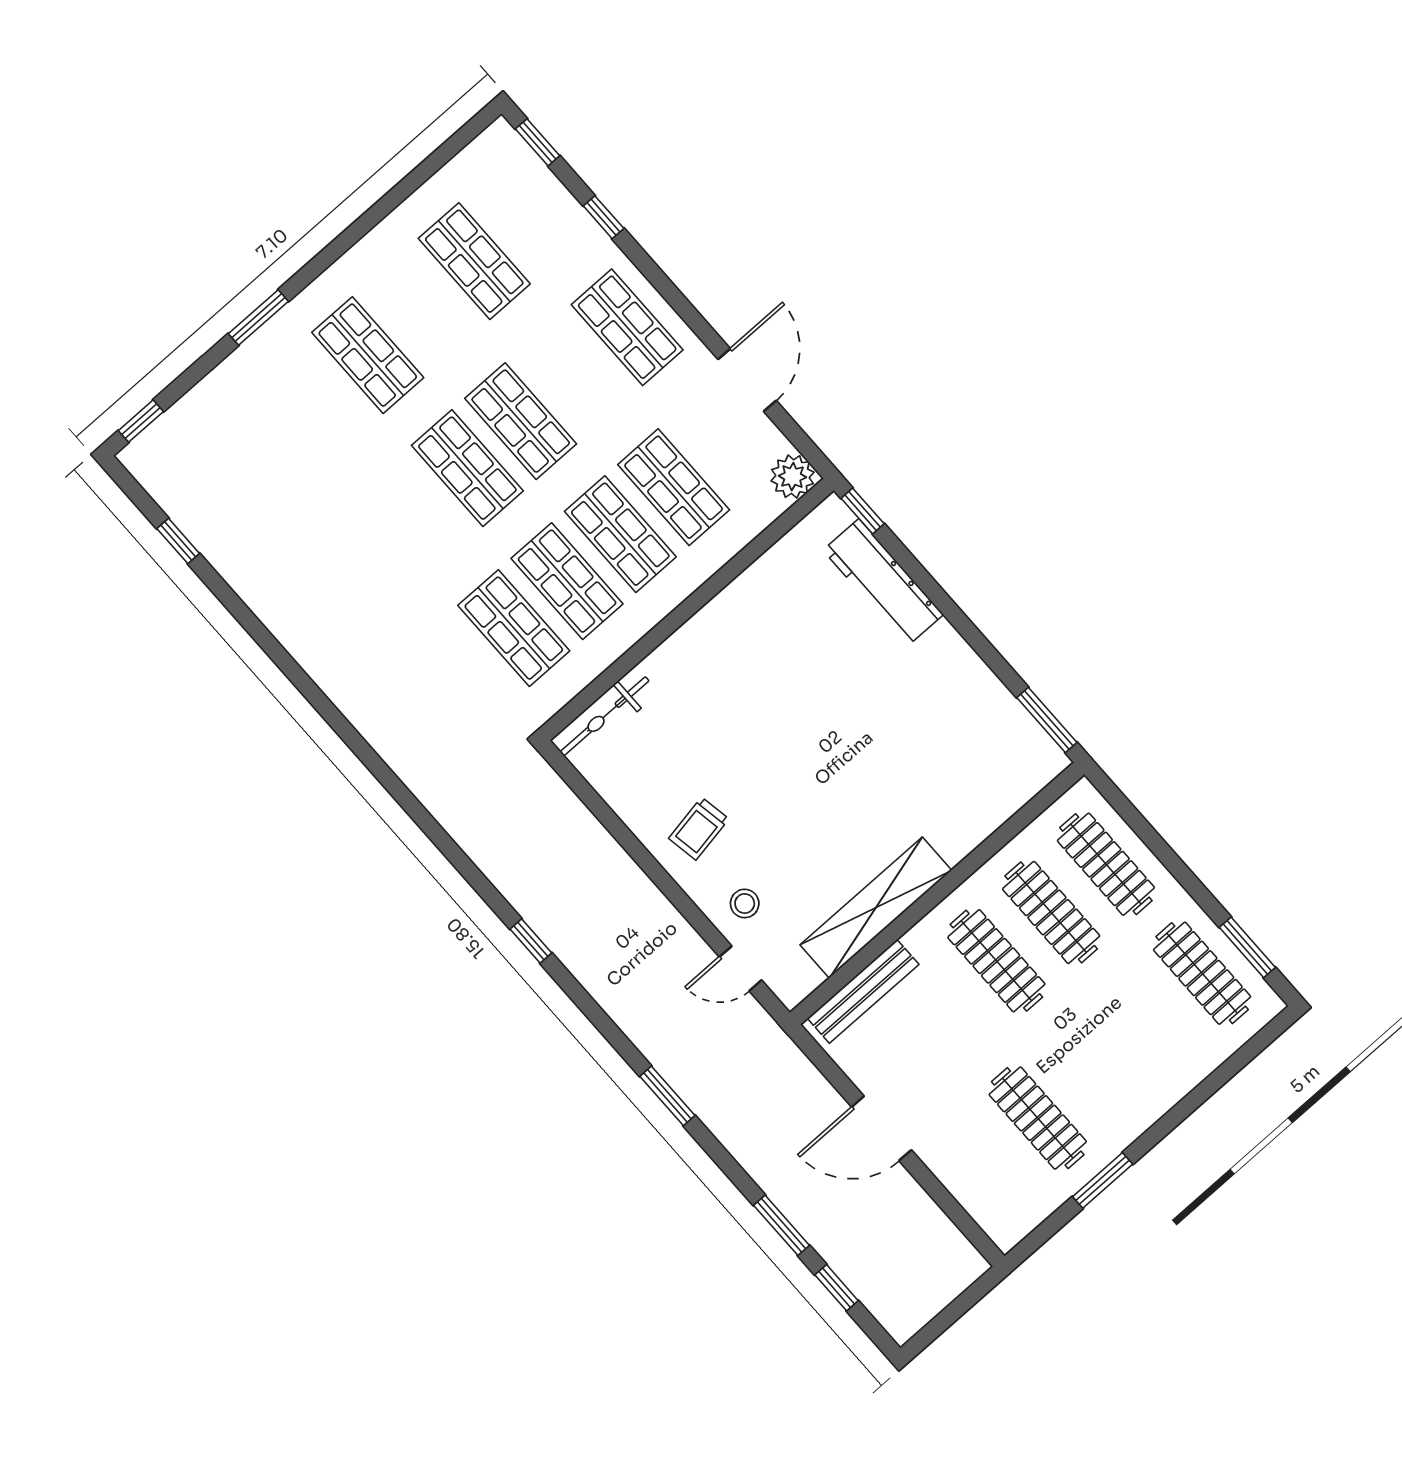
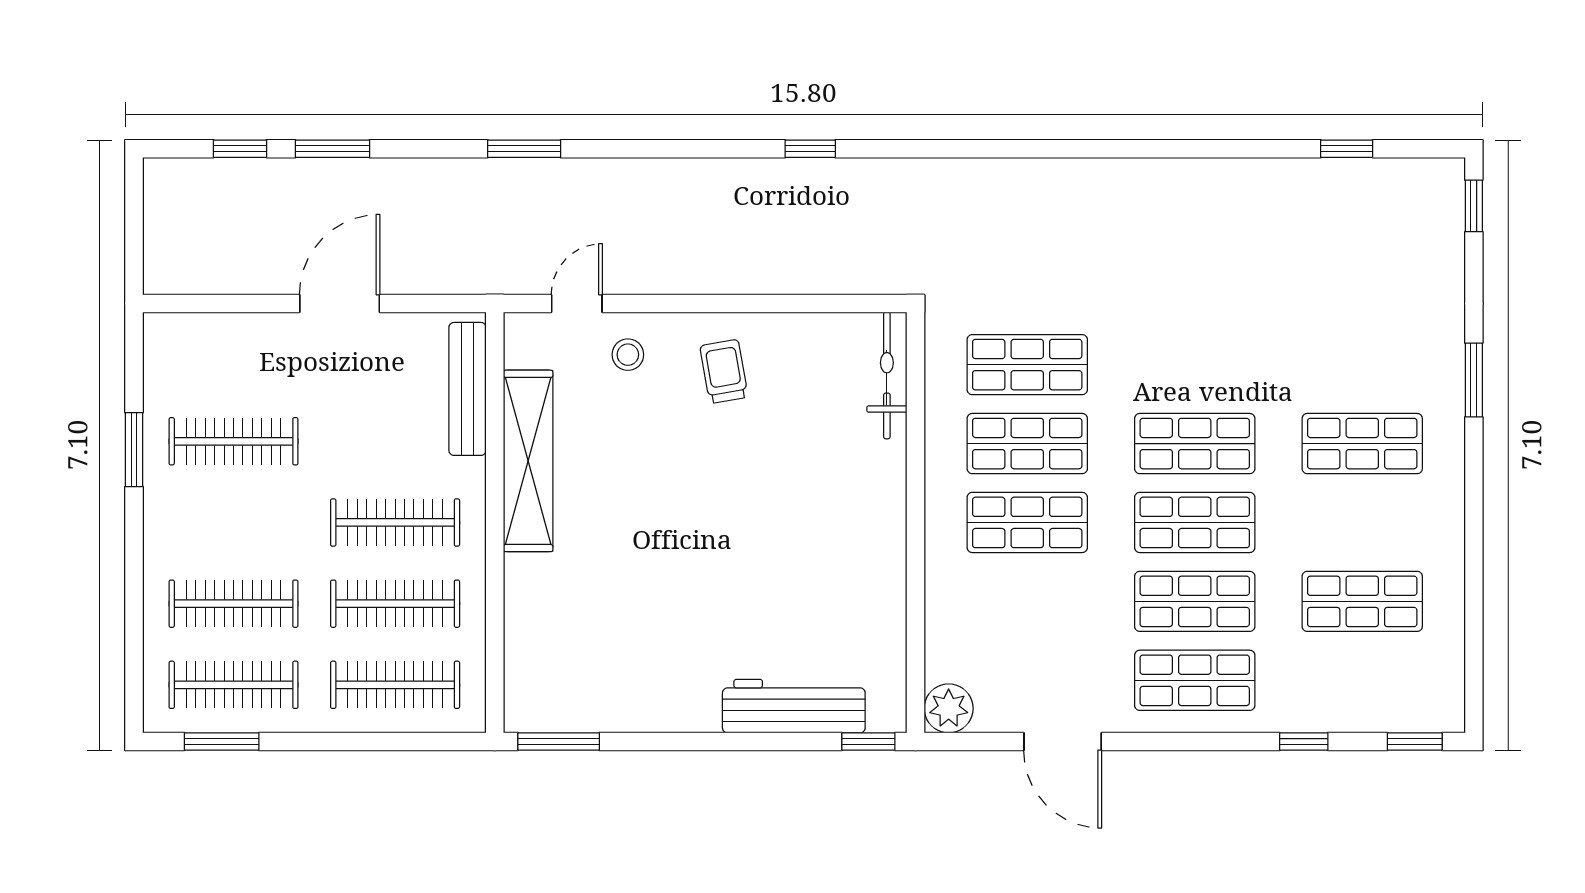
shop shelf: (674, 487) -> (1195, 601), moved
window: (531, 941) -> (810, 149), moved
clothes rail: (1147, 1021) -> (234, 604), added

